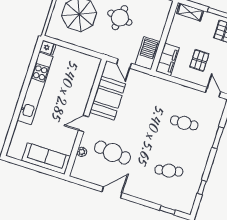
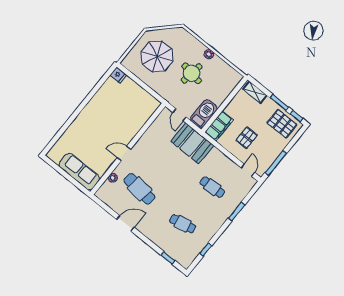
kitchen unit: (35, 88) -> (93, 106), removed
booth: (108, 98) -> (192, 143), moved, turned 90

